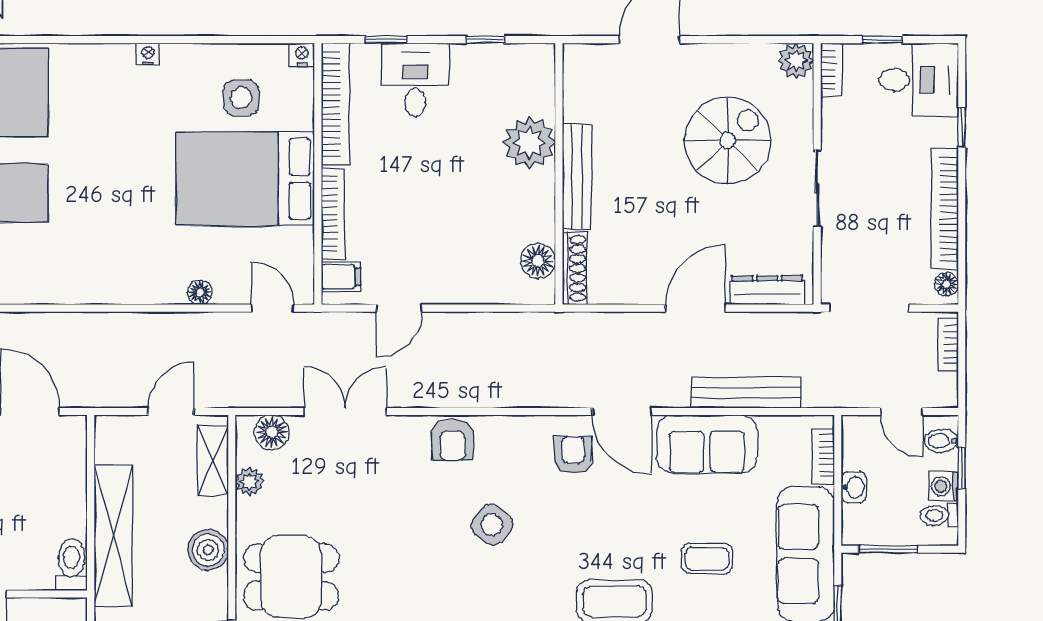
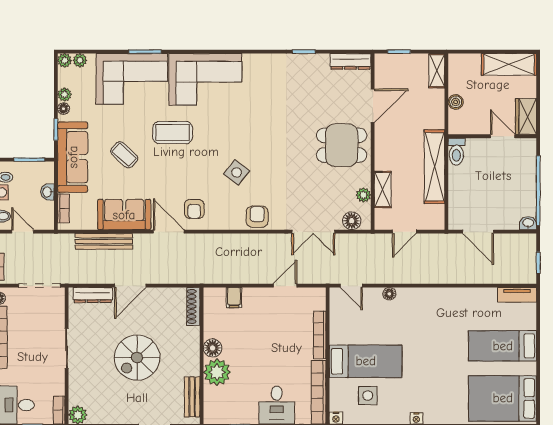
spiral stairs: (728, 140) -> (137, 358), moved
bench: (577, 177) -> (192, 397), moved, width x0.73
bed: (245, 179) -> (366, 361), width x0.67
floor lamp: (538, 261) -> (213, 348), moved
filing cabinet: (341, 277) -> (234, 298), moved, turned -90
shelving: (213, 460) -> (383, 189), moved
boiler: (208, 550) -> (385, 159), removed
coffee table: (707, 558) -> (124, 155), turned 43

